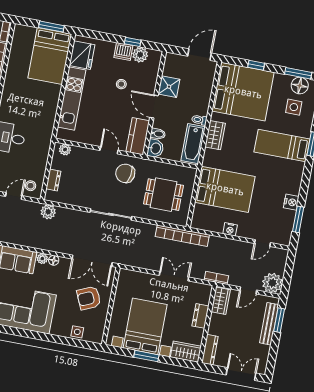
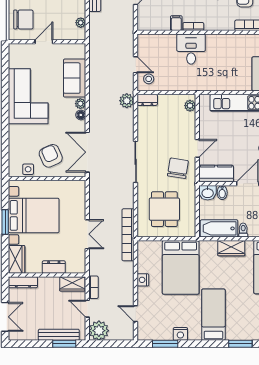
bed: (282, 146) -> (213, 315), moved
dresser: (53, 180) -> (147, 100), moved
bookcase: (216, 278) -> (93, 287), moved
side table: (77, 332) -> (28, 169), moved

